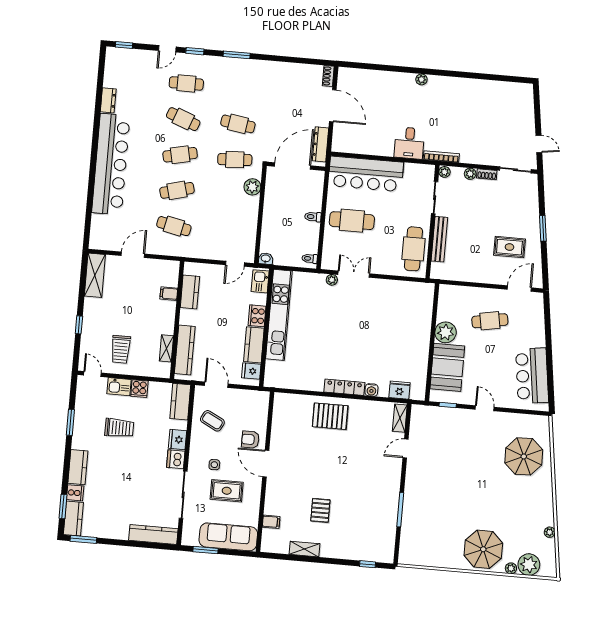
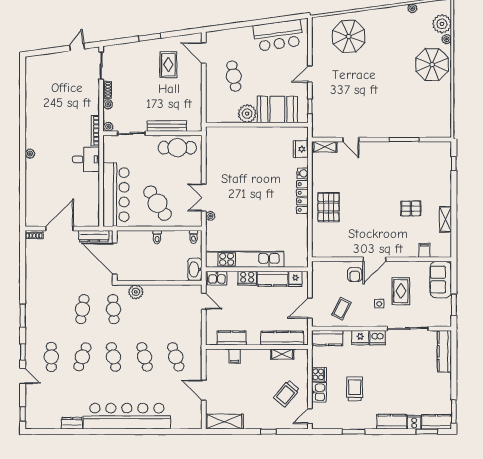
cafe table: (352, 221) -> (157, 203), turned -33
cafe table: (174, 226) -> (176, 357), turned -30
washbasin: (266, 259) -> (195, 269), width x1.91, depth x1.45
trolley: (121, 349) -> (286, 394), turned 130
sofa: (228, 537) -> (441, 280), width x0.73

